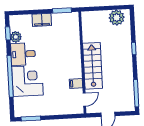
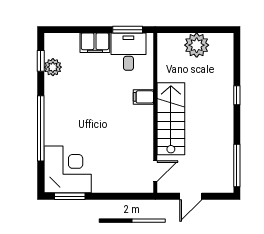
plant: (117, 18) -> (197, 45), moved
desk: (23, 54) -> (128, 52), moved, turned 90
corner desk: (27, 81) -> (68, 169), moved
filing cabinet: (76, 84) -> (143, 97), moved

